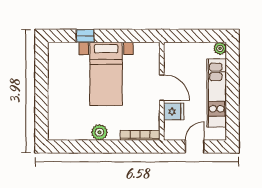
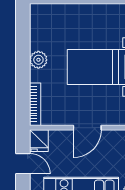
fridge: (174, 112) -> (39, 141), moved

